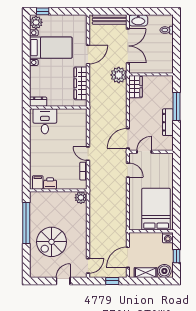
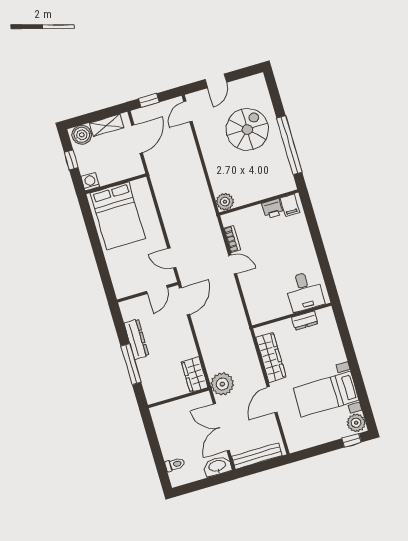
dresser: (38, 102) -> (305, 320), moved

